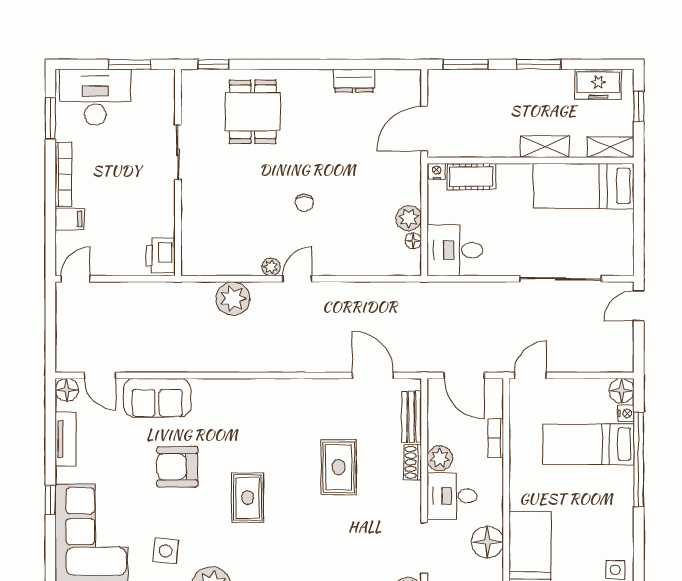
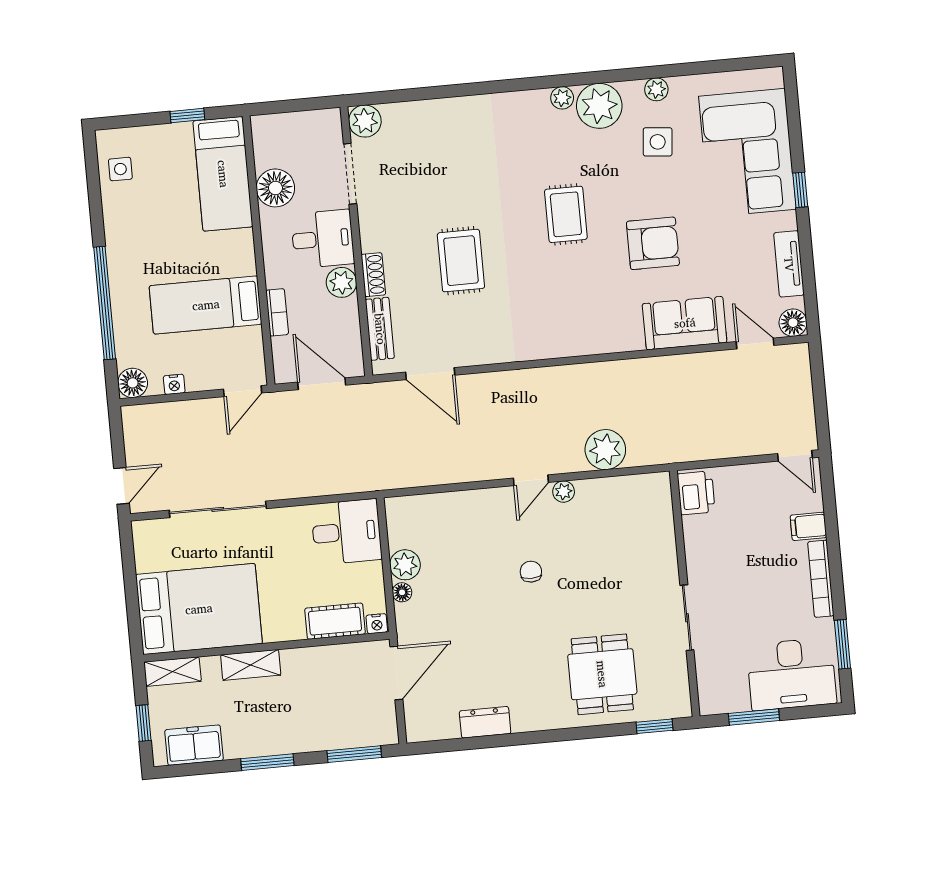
bed: (584, 186) -> (199, 609), width x1.50
floor lamp: (413, 241) -> (402, 592), moved
door: (75, 279) -> (795, 456), hinge flipped
nightstand: (626, 413) -> (174, 384), moved, turned -90
bed: (588, 444) -> (206, 305), moved, turned 180

